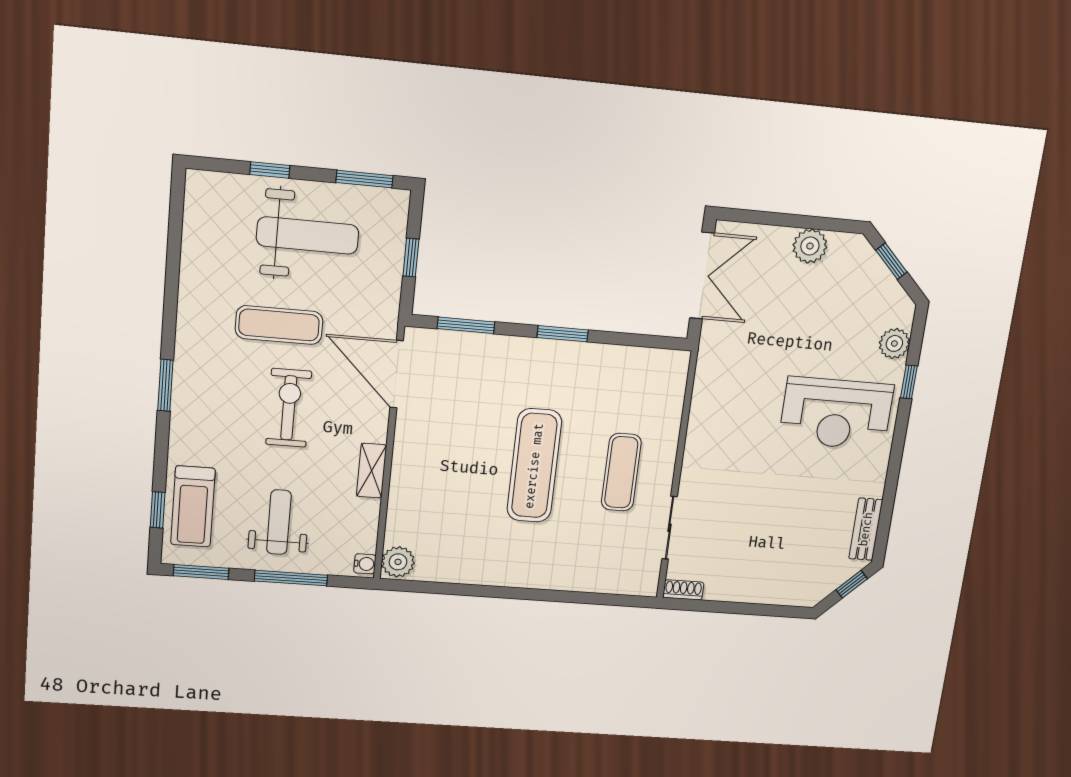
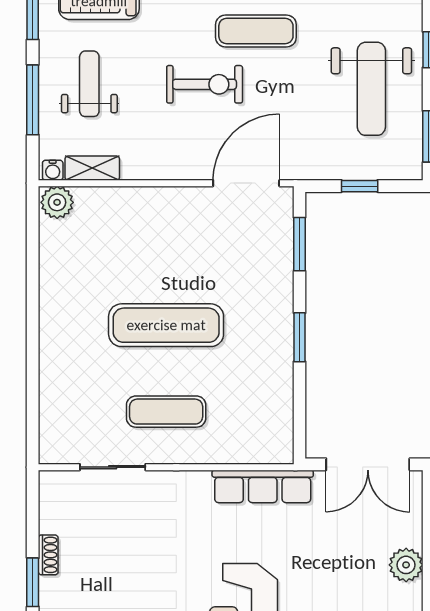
exercise mat: (279, 325) -> (256, 31), moved, turned 90
row of seats: (709, 384) -> (263, 486), added
shelving: (371, 471) -> (92, 168), moved
weight bench: (279, 522) -> (89, 84), turned -90
shoe rack: (683, 590) -> (48, 555), moved
window: (770, 610) -> (33, 582), added

